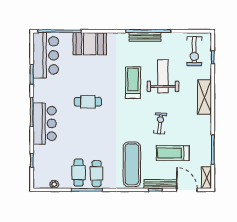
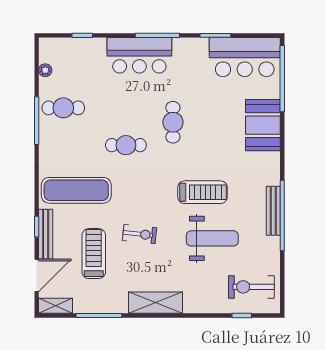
shelving: (204, 97) -> (156, 303), moved
cafe table: (97, 173) -> (126, 145), moved

